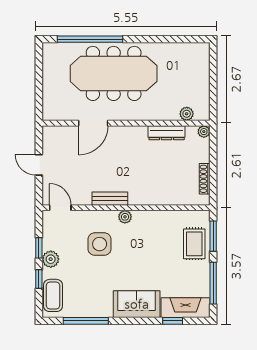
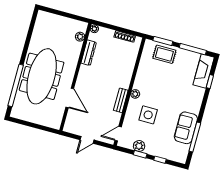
plant: (51, 259) -> (139, 146), moved
coffee table: (53, 295) -> (173, 154), removed
sofa: (137, 304) -> (186, 128), moved

